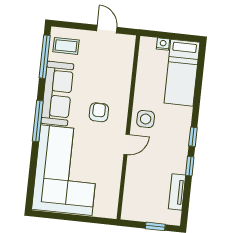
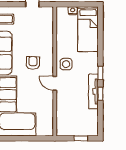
door: (127, 144) -> (55, 83), swing flipped
tv unit: (177, 192) -> (93, 91), moved, width x1.41

